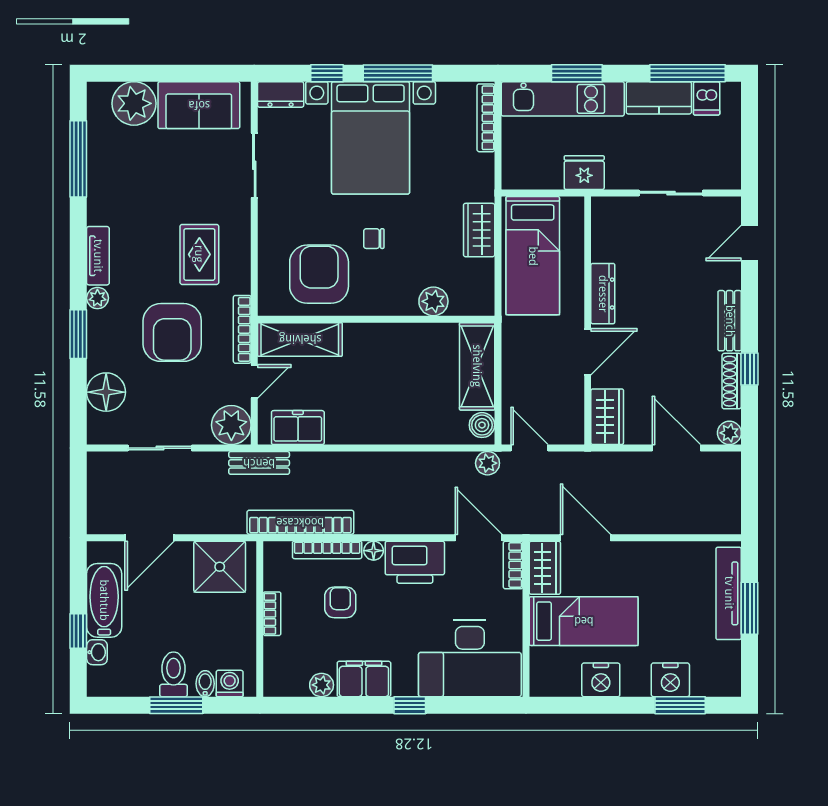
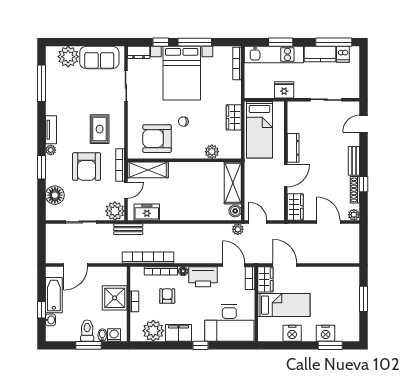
armchair: (319, 274) -> (157, 139), turned -90
shower: (220, 567) -> (115, 298), moved
tv unit: (729, 593) -> (353, 292), removed
plant: (322, 685) -> (153, 331), width x1.87, depth x1.87

